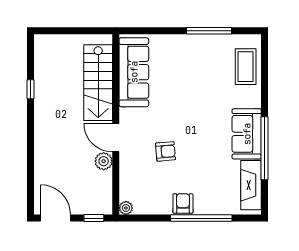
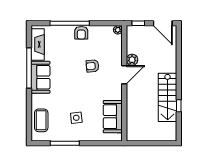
side table: (191, 71) -> (76, 118), added
sofa: (134, 72) -> (113, 117), width x0.73
stairs: (98, 83) -> (168, 97), moved, turned 180
door: (116, 138) -> (124, 75), hinge flipped

